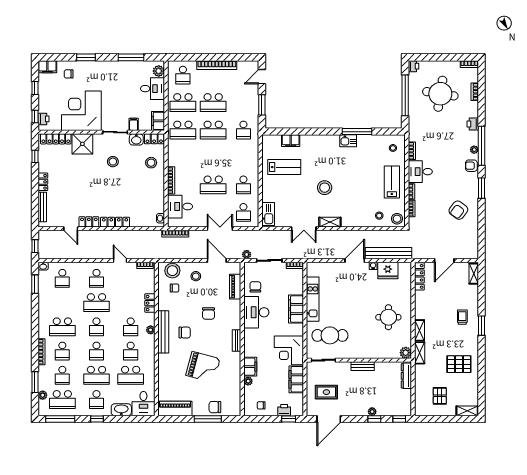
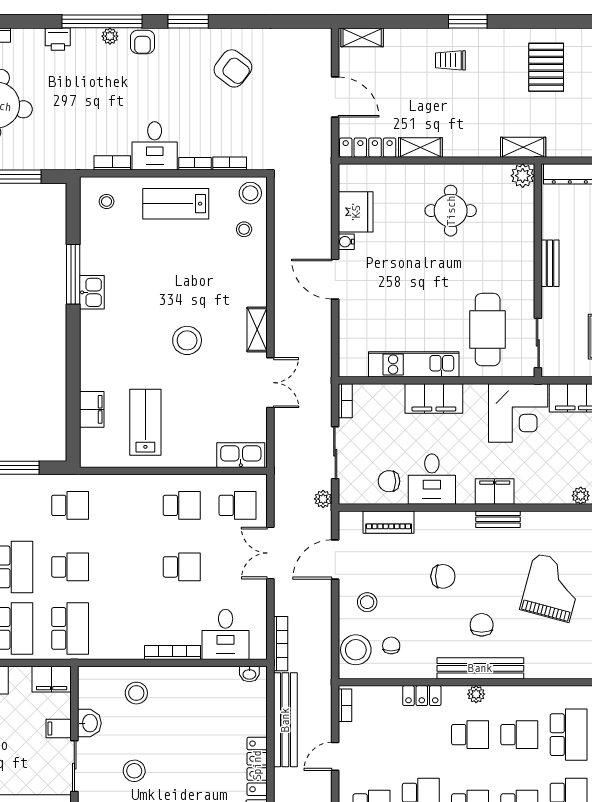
school desk: (213, 130) -> (70, 567), width x0.54
locker: (154, 139) -> (88, 687), removed
school desk: (213, 185) -> (182, 567), width x0.54
bench: (389, 253) -> (285, 720), moved
desk: (256, 312) -> (432, 479), width x0.73
shelving: (419, 330) -> (420, 147), moved
filing cabinet: (250, 367) -> (495, 492), moved

